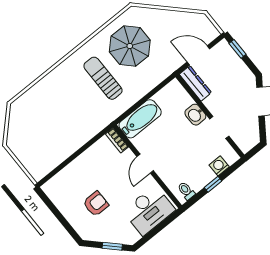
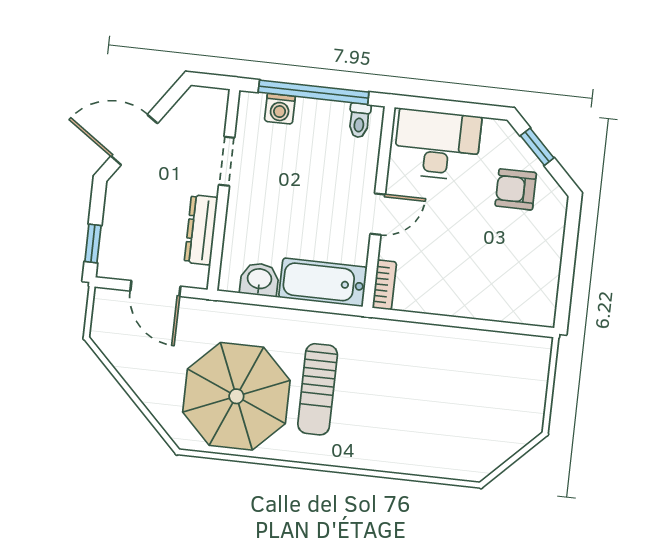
parasol: (130, 46) -> (236, 396), width x1.36, depth x1.36
dresser: (195, 83) -> (201, 230), moved
washbasin: (195, 115) -> (259, 280), moved, turned -90
window: (213, 184) -> (314, 92), width x3.17
armchair: (96, 204) -> (516, 189), moved

